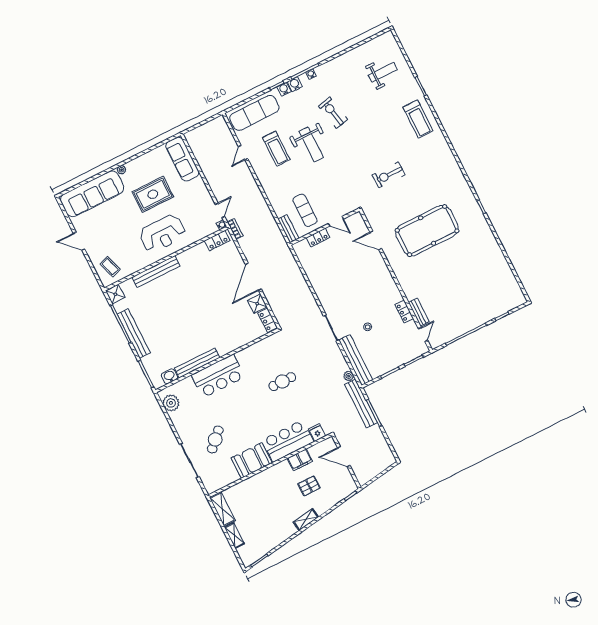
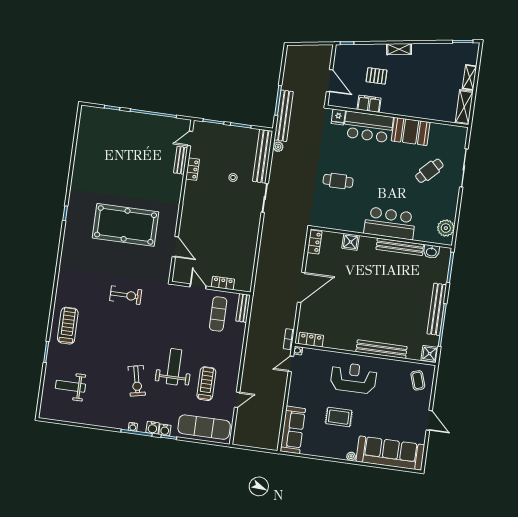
rug: (153, 194) -> (339, 417), width x0.73, depth x0.70
shower: (257, 304) -> (350, 242), moved

